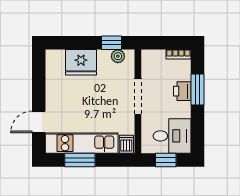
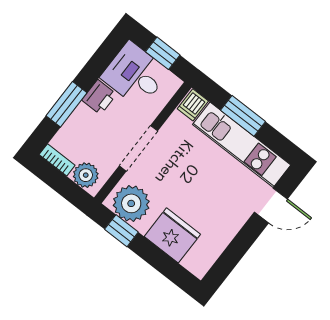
plant: (118, 56) -> (131, 203), width x1.88, depth x1.88
plant: (156, 58) -> (86, 175), added
printer: (182, 91) -> (99, 97), moved
window: (80, 160) -> (243, 116), moved

